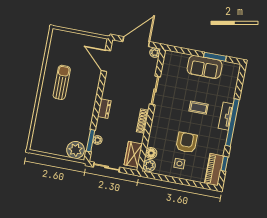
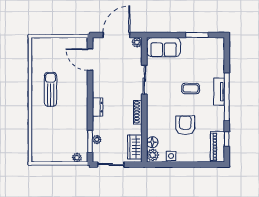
sofa: (205, 67) -> (164, 47), moved
plant: (76, 150) -> (77, 158), width x0.53, depth x0.53
side table: (179, 164) -> (171, 156), moved

